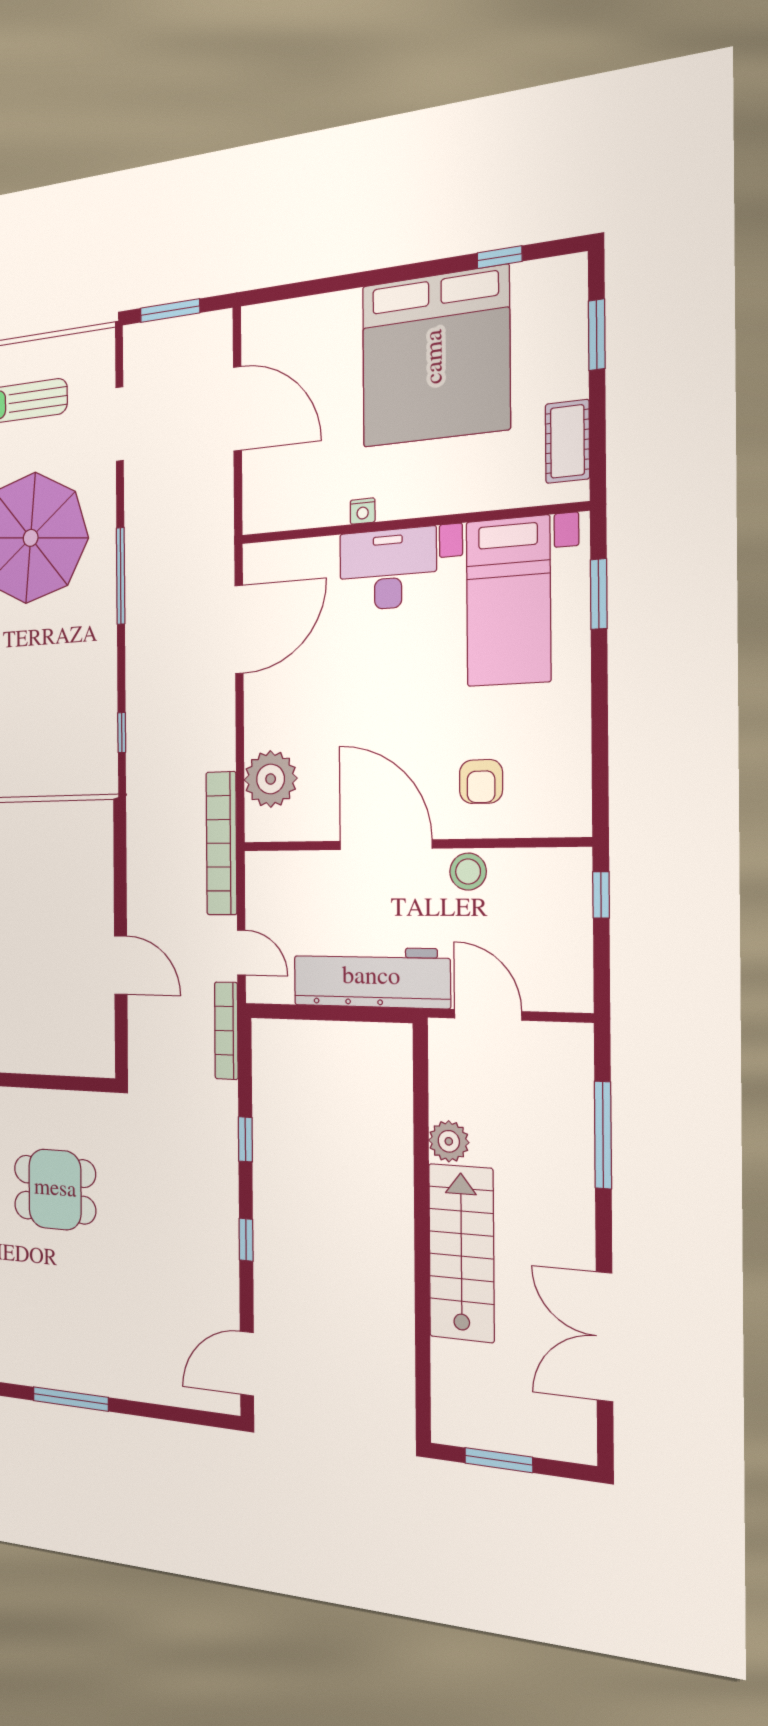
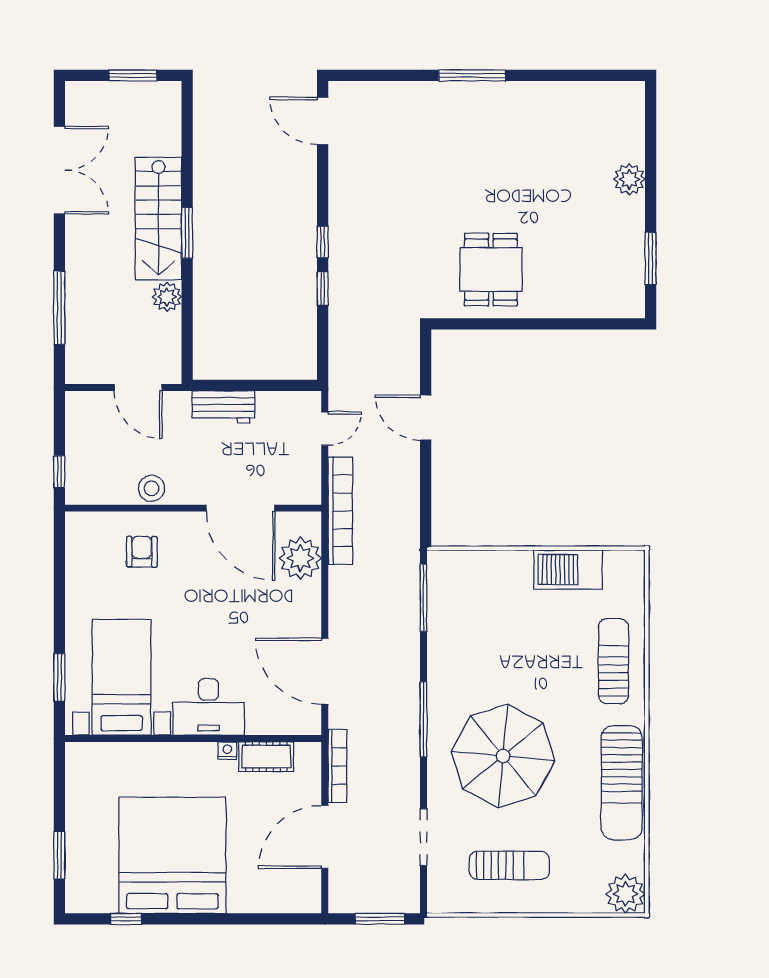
door: (237, 409) -> (325, 837), hinge flipped
cot: (567, 441) -> (266, 757), moved, turned 90
door: (239, 629) -> (325, 671), hinge flipped
window: (122, 733) -> (423, 598), width x2.17
door: (386, 845) -> (241, 508), moved
door: (241, 953) -> (325, 429), swing flipped
workbench: (371, 977) -> (223, 407), width x0.53, depth x0.76
bookcase: (226, 1031) -> (337, 766), moved
dining table: (55, 1189) -> (491, 270), moved, turned 90
window: (422, 1229) -> (187, 233), added
window: (246, 1240) -> (323, 242), moved
door: (247, 1363) -> (323, 121), swing flipped

